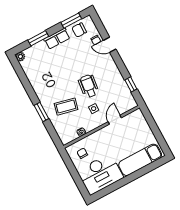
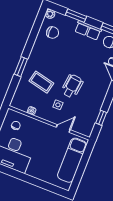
chair: (36, 67) -> (53, 33), added
exam couch: (140, 160) -> (72, 160), moved, turned -90

